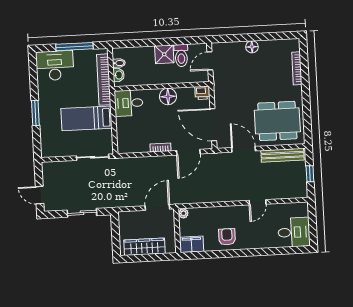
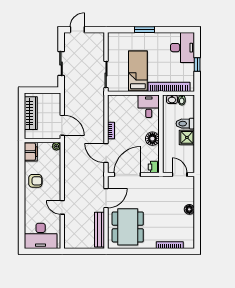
window: (74, 47) -> (197, 65), width x0.46
toilet: (181, 56) -> (185, 124), moved
window: (310, 174) -> (83, 251), removed
desk: (294, 232) -> (41, 236), width x1.37

